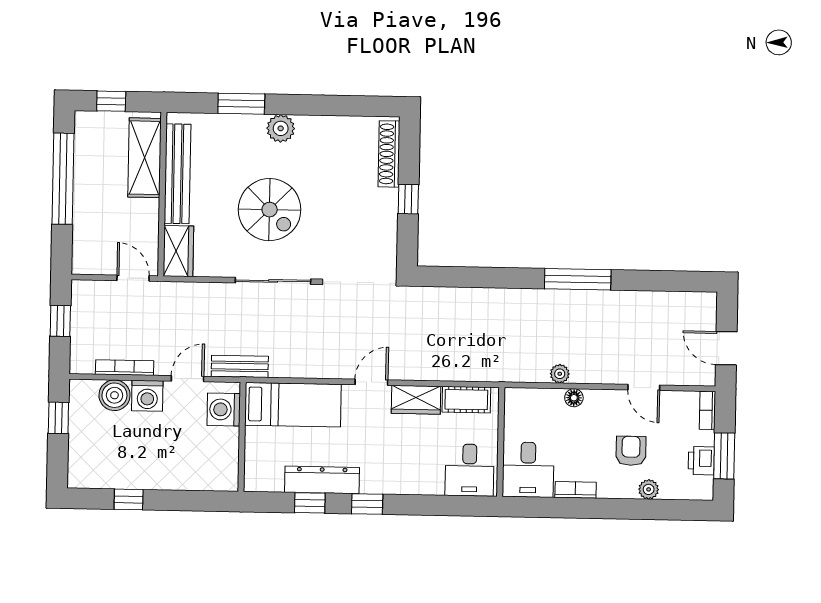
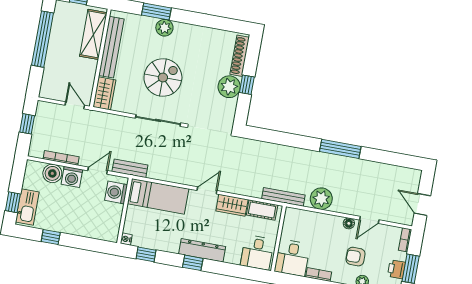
plant: (281, 128) -> (164, 28), moved
plant: (380, 207) -> (229, 87), added
spiral stairs: (270, 210) -> (163, 78), turned -90
bench: (498, 372) -> (283, 197), added
plant: (560, 374) -> (321, 199), width x1.88, depth x1.88
door: (644, 387) -> (369, 220), hinge flipped
floor lamp: (574, 398) -> (349, 223), moved
window: (58, 418) -> (13, 202), moved
armchair: (631, 451) -> (355, 257), turned -90
kitchen sink: (82, 457) -> (27, 207), added
dresser: (322, 480) -> (202, 250), moved
nightstand: (252, 483) -> (126, 239), added
window: (310, 503) -> (146, 254), moved

